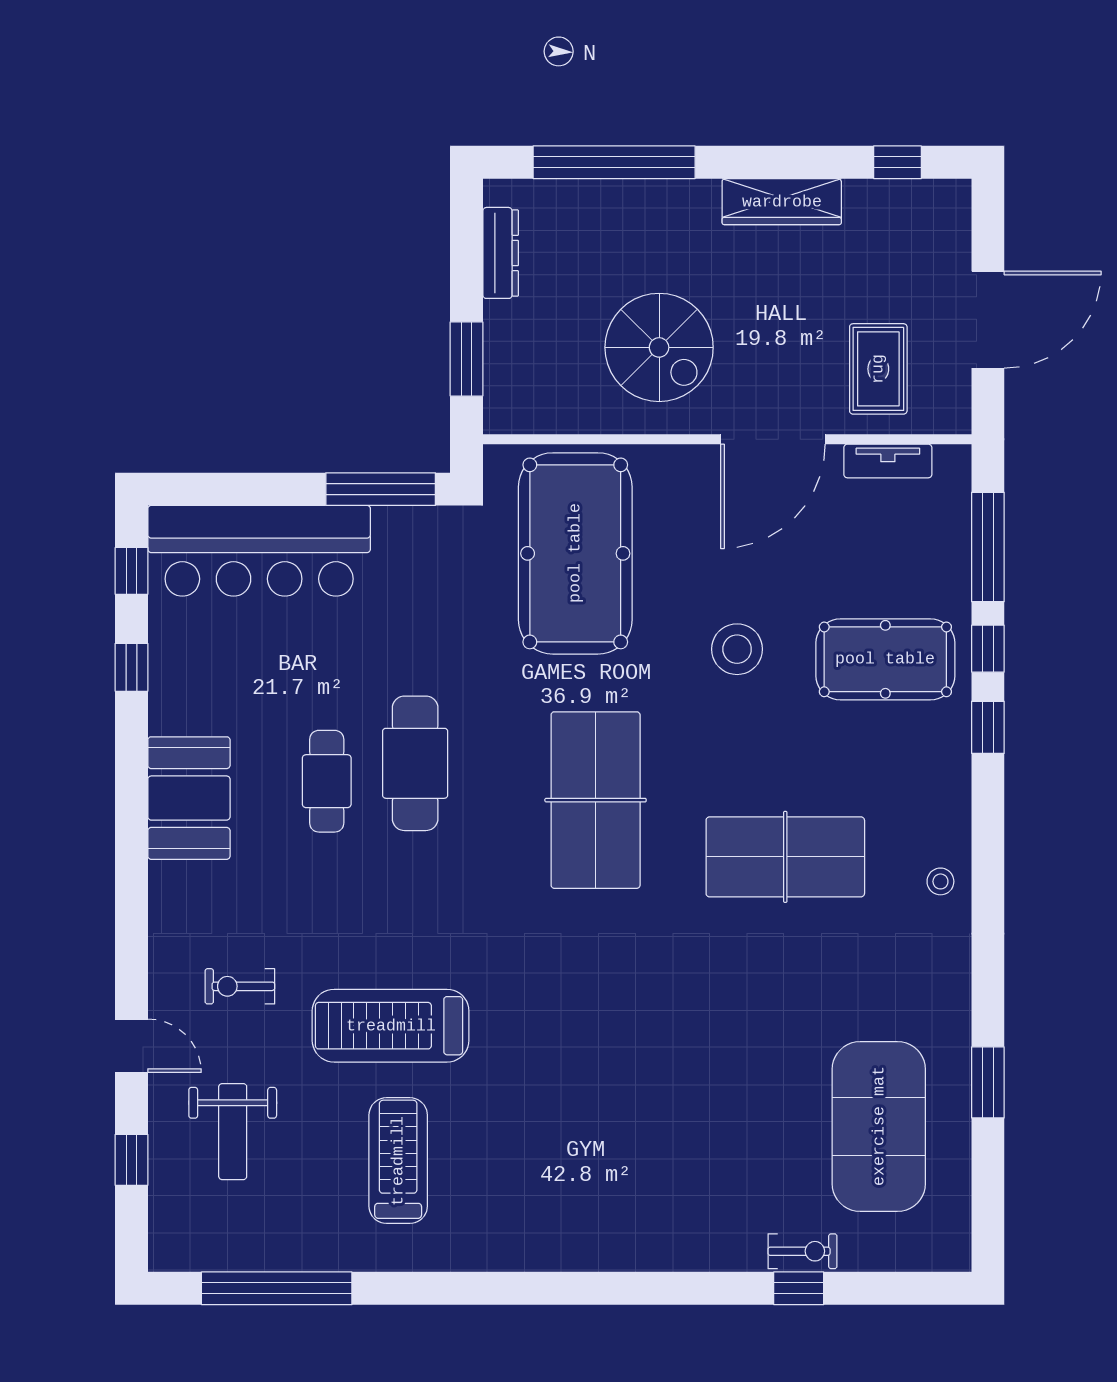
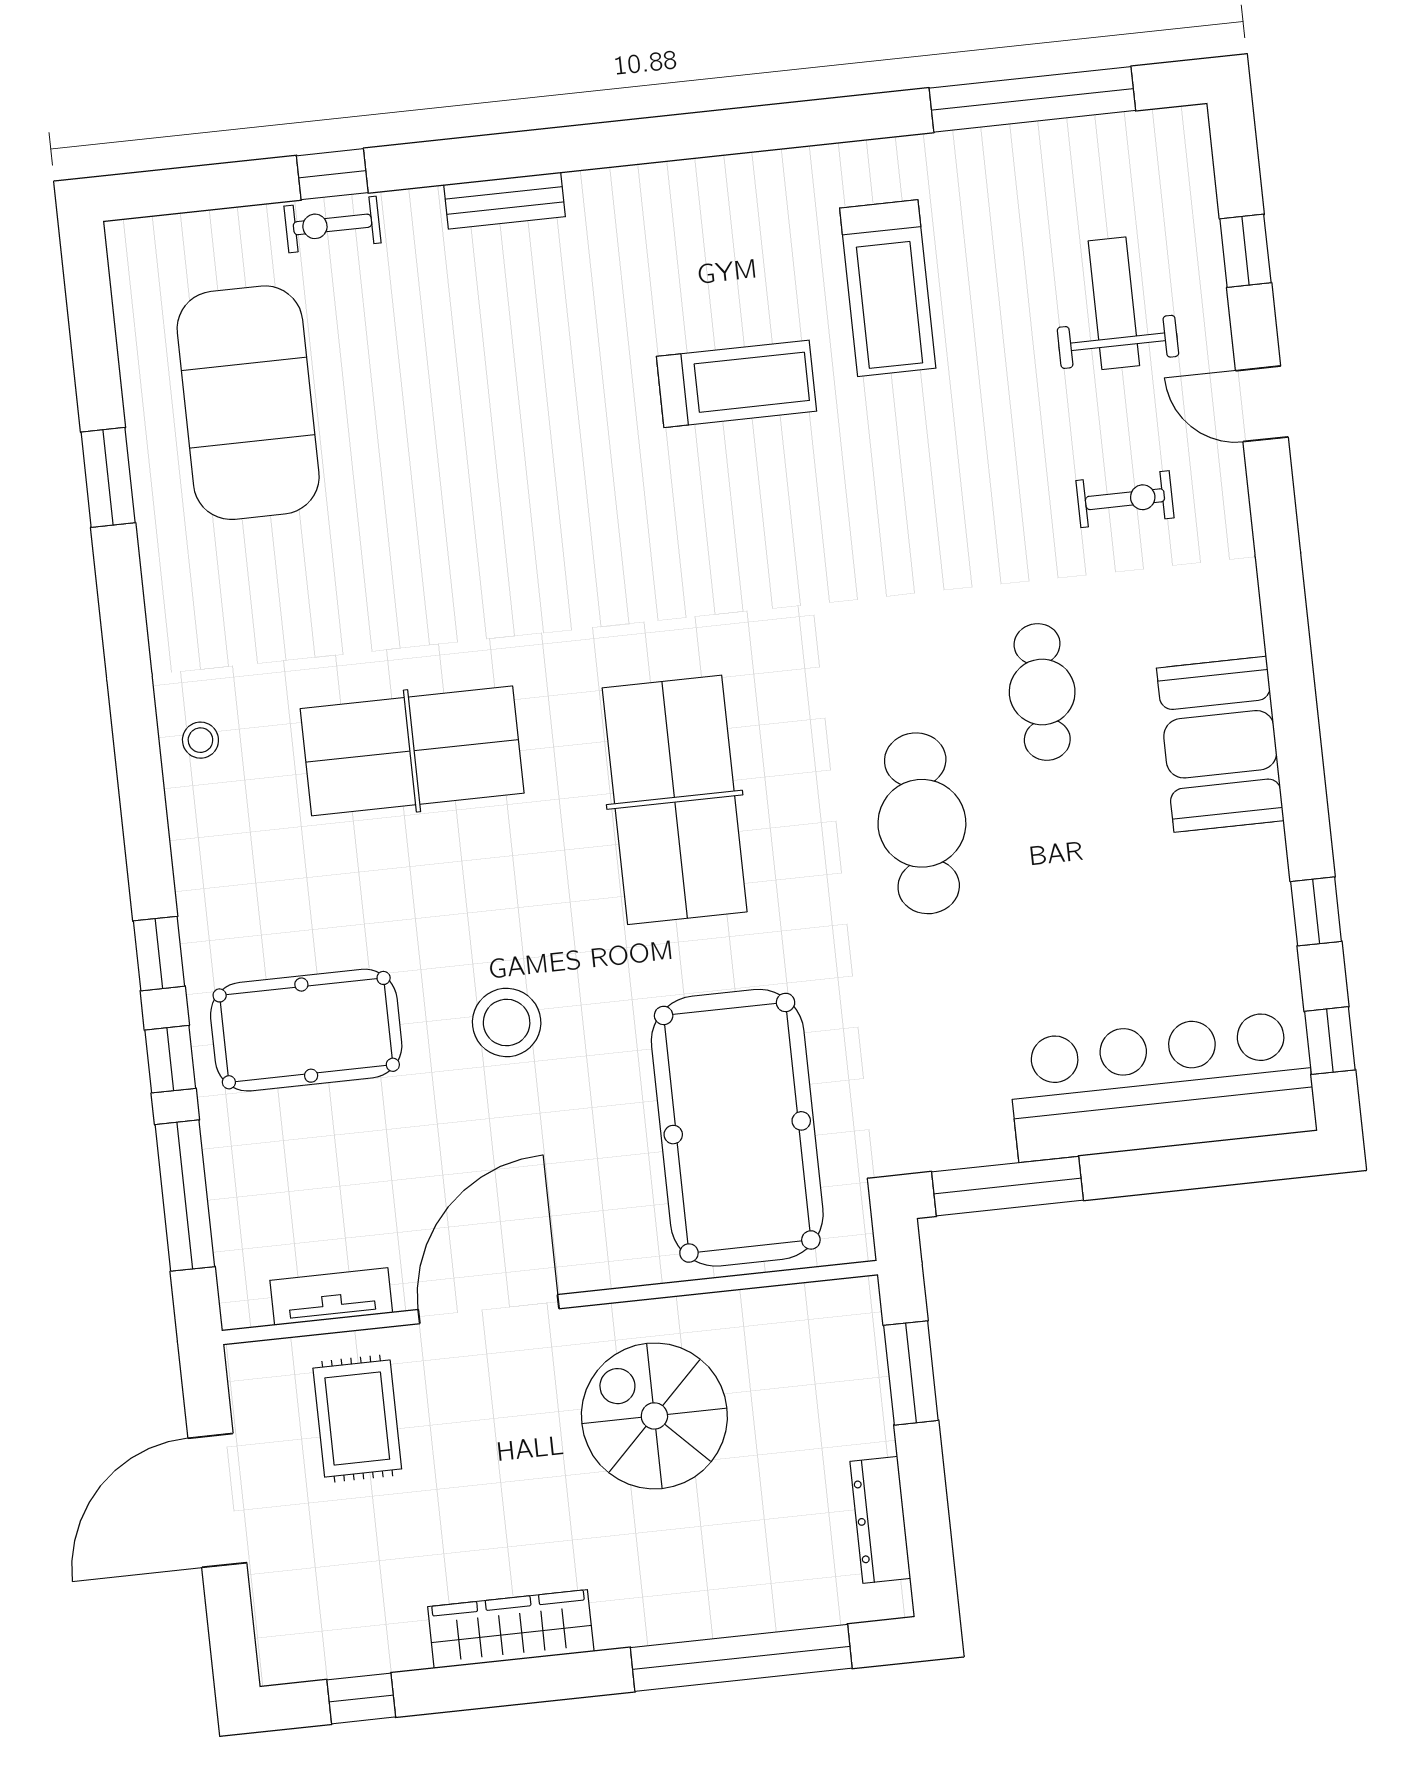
cafe table: (327, 781) -> (1042, 692), moved
treadmill: (391, 1026) -> (737, 384), moved, width x0.73, depth x0.73
bench: (674, 1255) -> (505, 201), added

